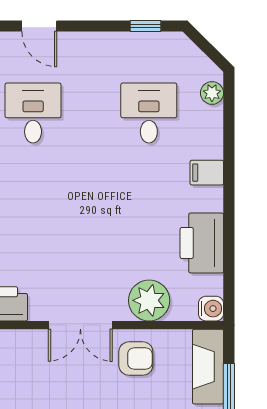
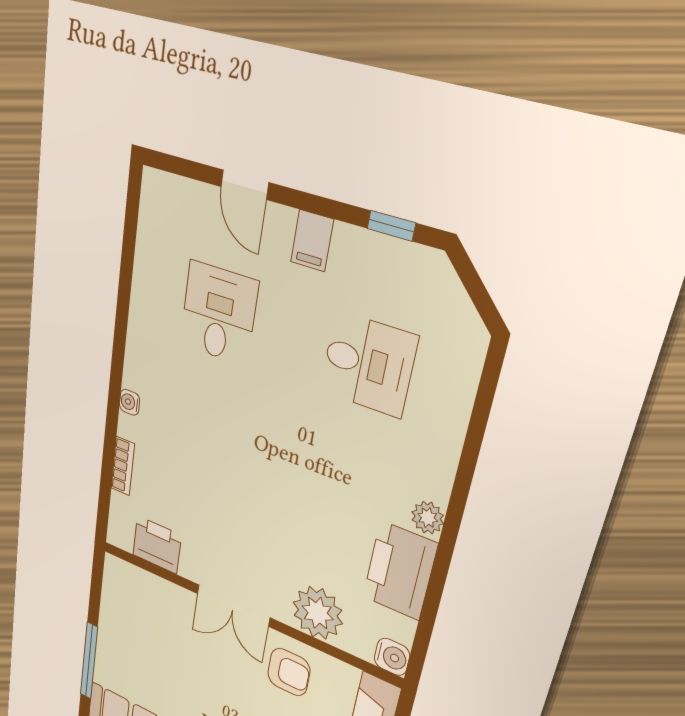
plant: (212, 93) -> (428, 518), moved
desk: (149, 113) -> (368, 364), turned 90
filing cabinet: (207, 173) -> (312, 241), moved, turned -90

